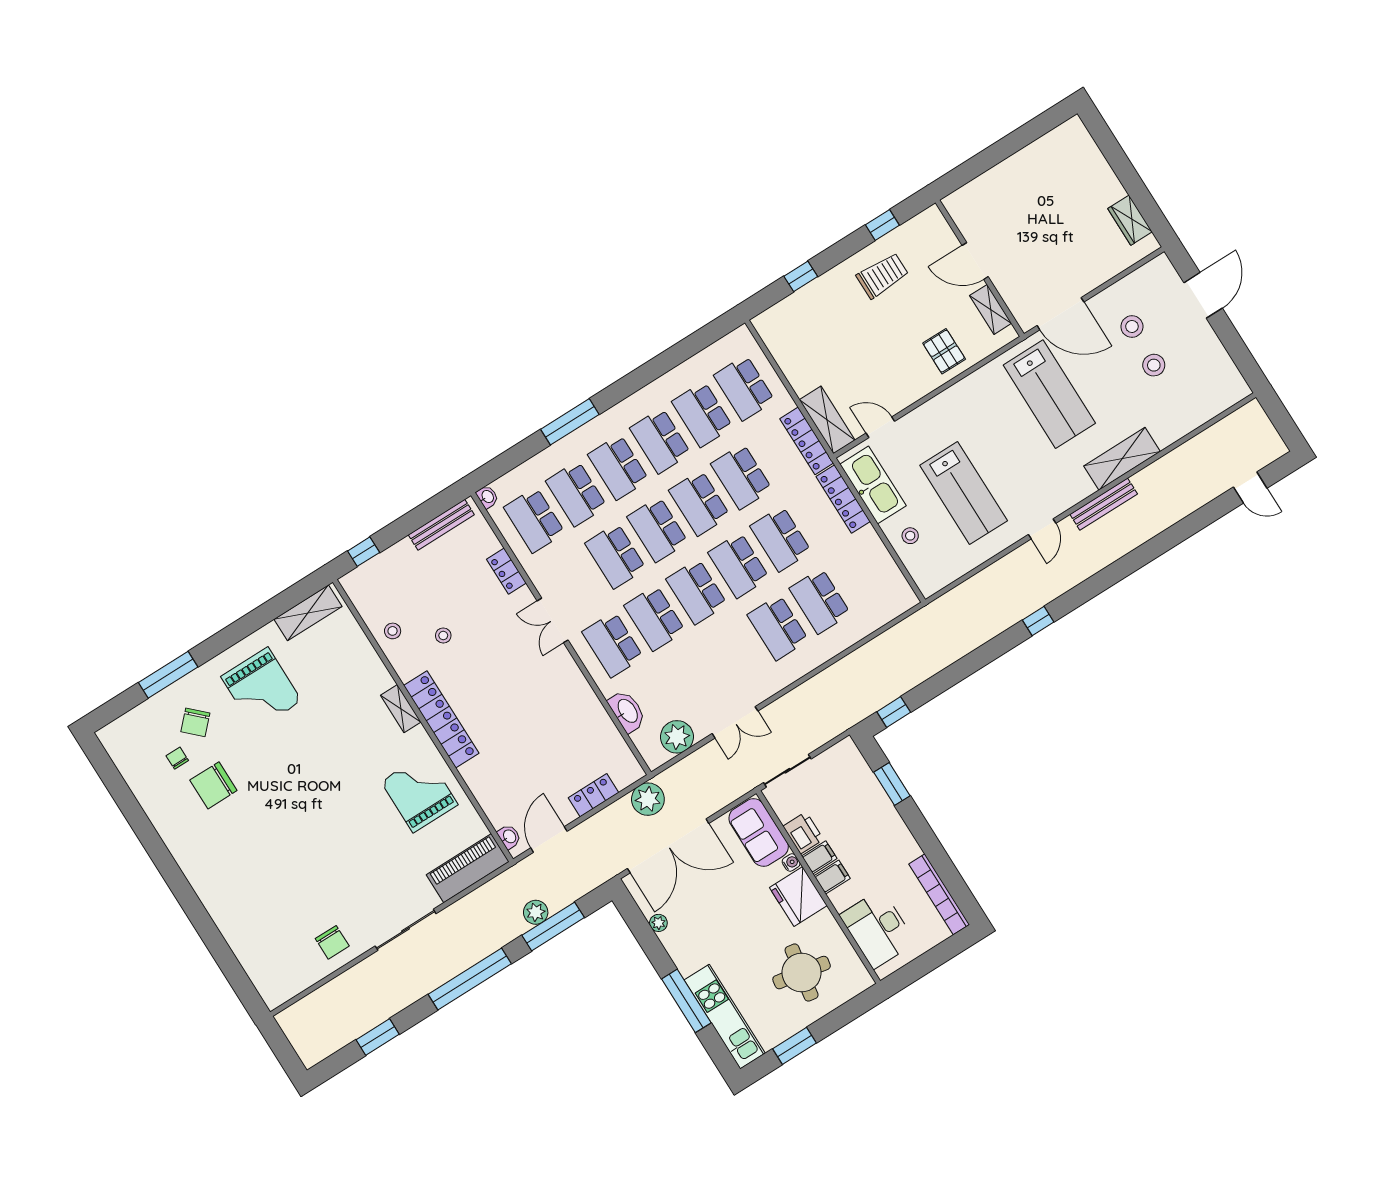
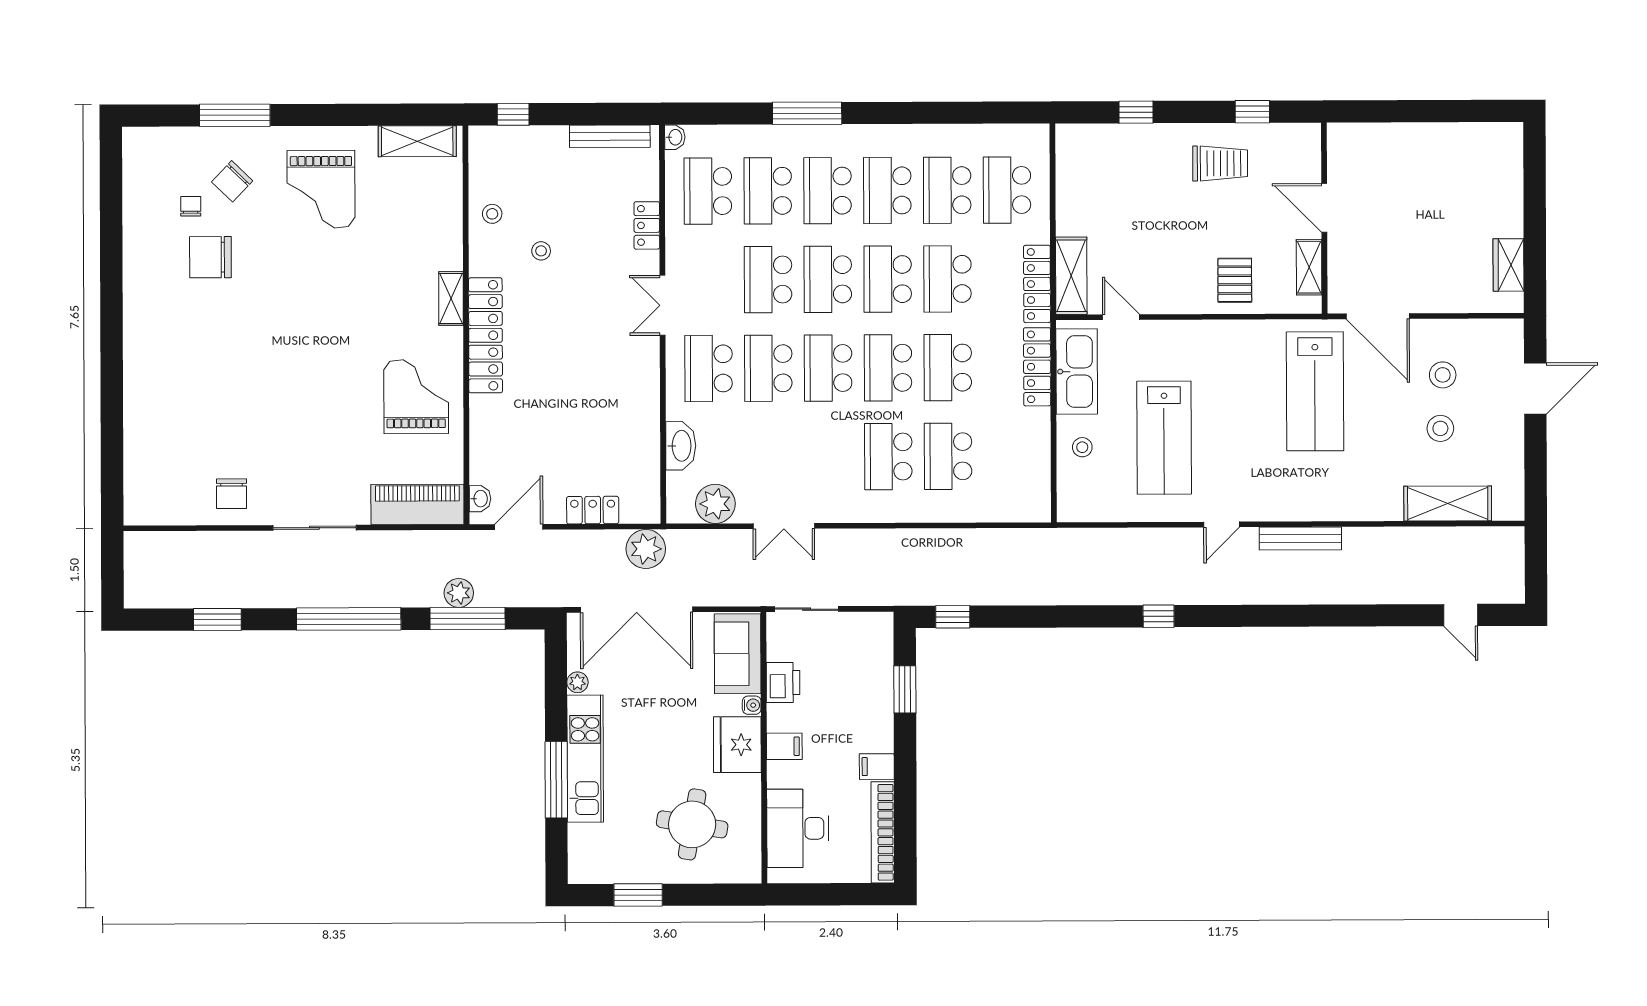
shelving: (1122, 459) -> (1448, 503), moved
filing cabinet: (819, 857) -> (877, 767), moved, turned 180
kitchen unit: (725, 1017) -> (585, 759), moved

